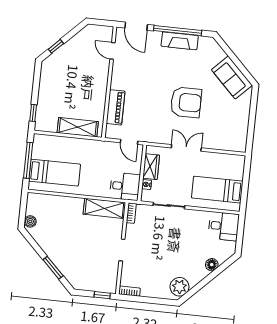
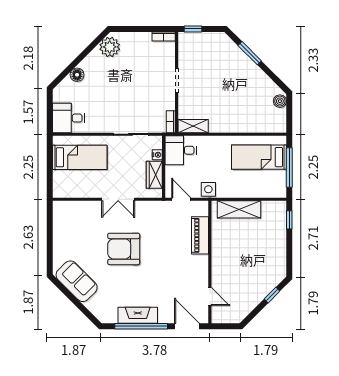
side table: (104, 148) -> (208, 189), added
shelving: (104, 208) -> (193, 126), width x0.67, depth x0.75

